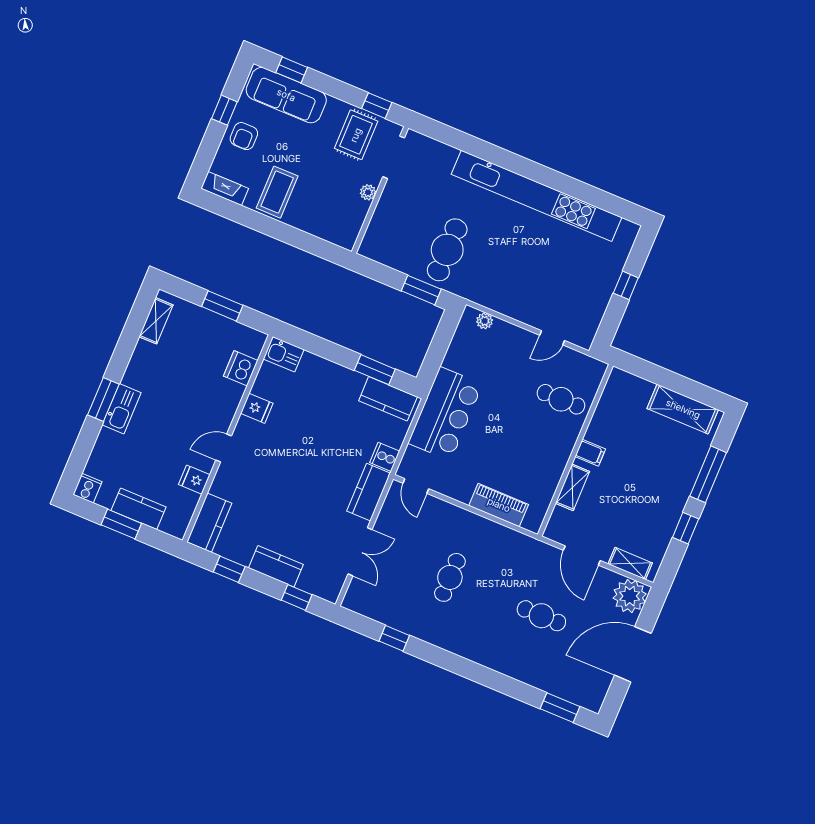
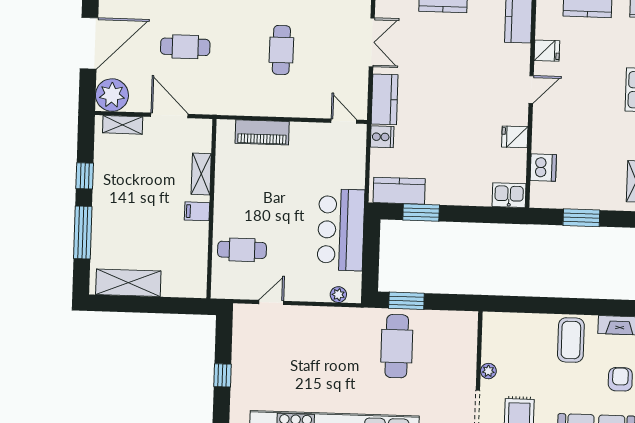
bar counter: (445, 414) -> (341, 230), moved
double door: (360, 552) -> (372, 42), swing flipped

